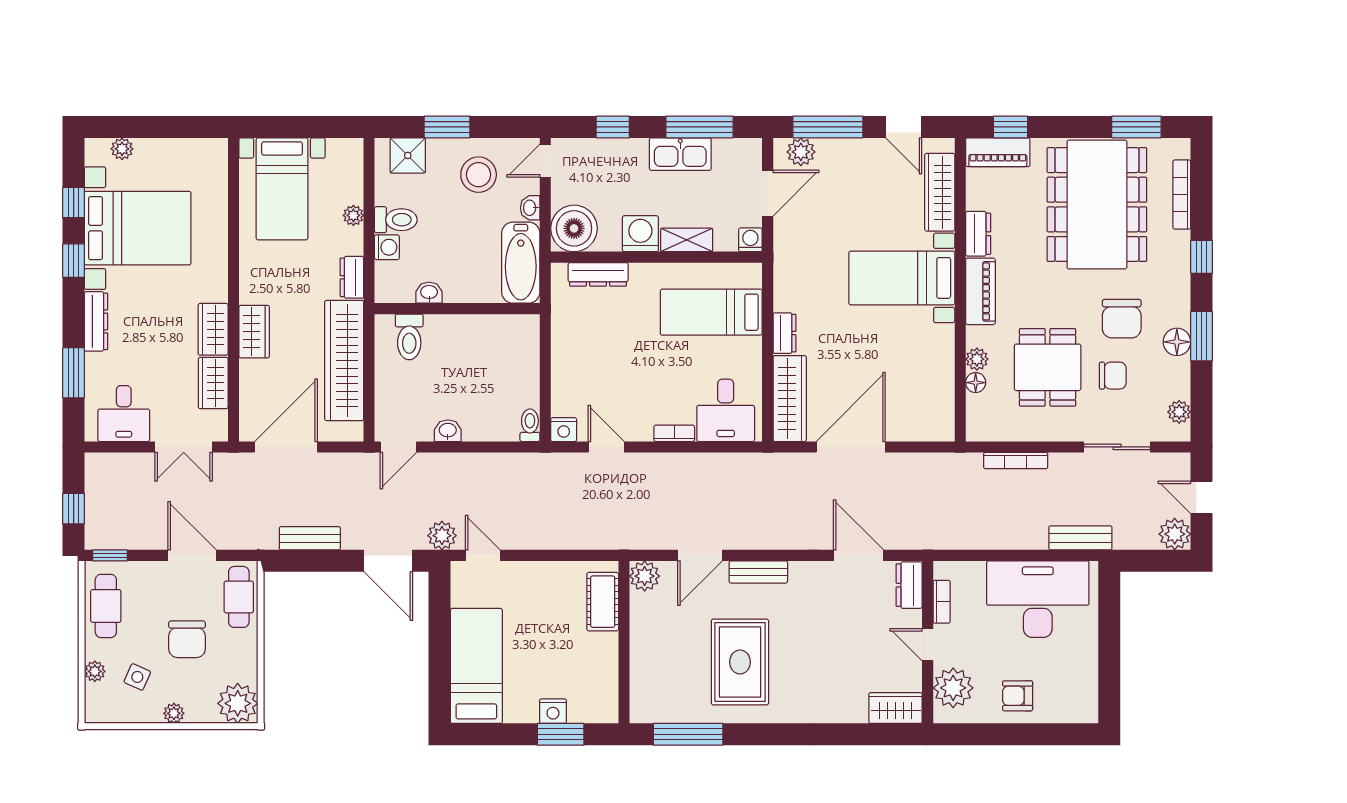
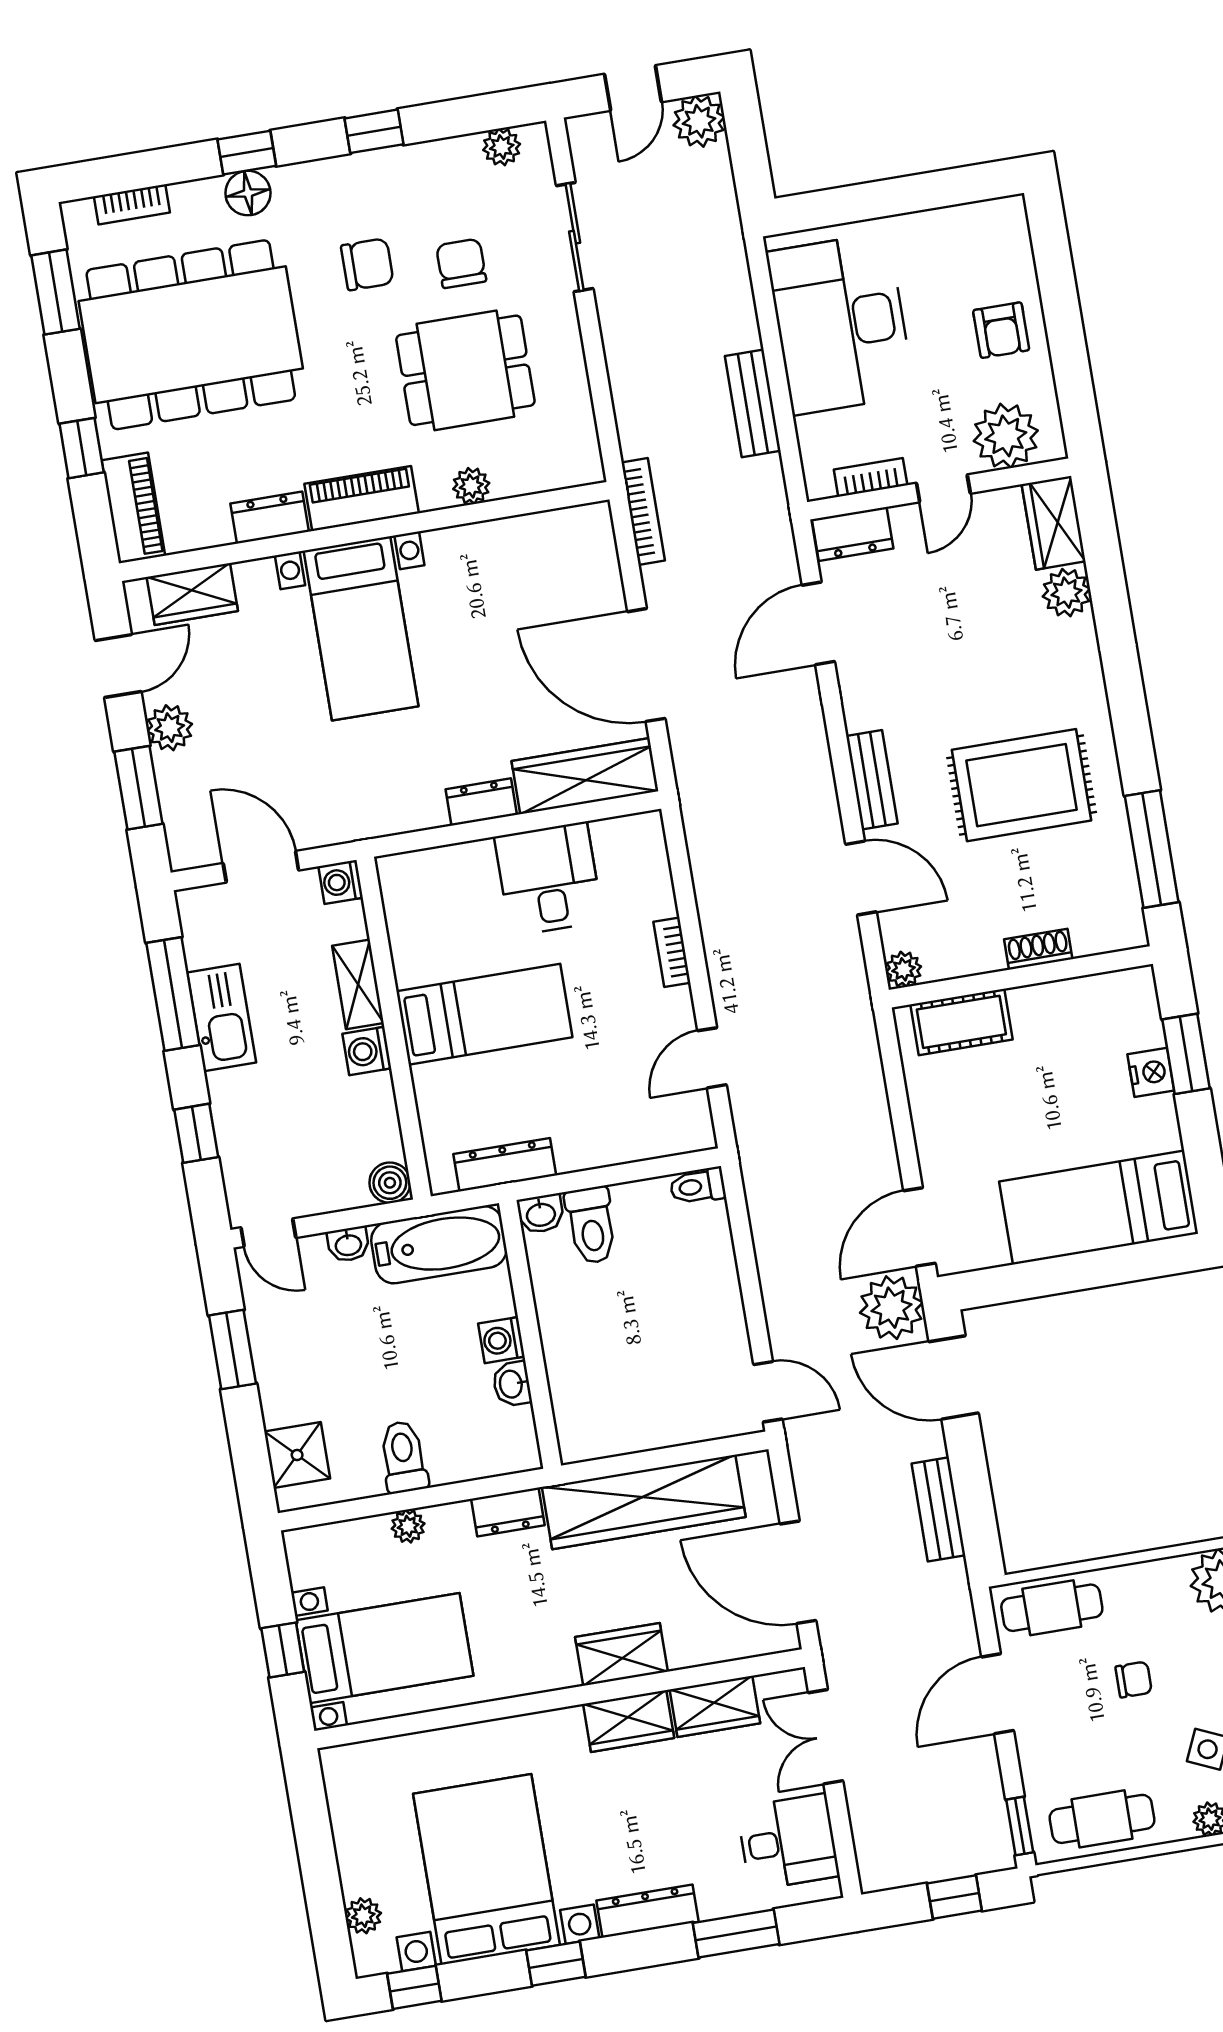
window: (291, 127) -> (283, 1650), added
window: (447, 127) -> (232, 1350), moved
window: (828, 127) -> (138, 788), width x0.69
window: (1011, 127) -> (82, 448), moved
plant: (801, 152) -> (170, 728), moved
stool: (479, 175) -> (309, 1336), removed
wardrobe: (940, 192) -> (192, 594), width x0.67
bookcase: (1182, 195) -> (132, 204), width x0.64
window: (74, 203) -> (414, 1987), moved
boiler: (574, 228) -> (390, 1183), width x0.54, depth x0.54
washing machine: (640, 234) -> (367, 1051), width x0.73, depth x0.73
washing machine: (387, 247) -> (501, 1340), moved, turned -90
dresser: (598, 274) -> (505, 1165), moved, turned -90
bed: (711, 312) -> (484, 1014), moved, turned -90
chair: (1122, 319) -> (367, 264), width x0.73, depth x0.73
window: (1202, 336) -> (374, 131), width x0.67
toilet: (409, 337) -> (591, 1225), moved, turned 90
floor lamp: (1177, 342) -> (248, 193), moved
floor lamp: (976, 383) -> (509, 482), removed
desk: (726, 410) -> (549, 879), moved, turned -90
nightstand: (564, 430) -> (696, 1131), removed
washbasin: (448, 431) -> (541, 1214), moved, turned -90
double door: (184, 447) -> (826, 1737), swing flipped
bookcase: (1016, 461) -> (643, 511), moved
plant: (442, 536) -> (891, 1308), width x1.36, depth x1.36
bench: (1080, 538) -> (753, 403), moved
door: (483, 555) -> (919, 1227), width x1.38
door: (388, 561) -> (954, 1377), swing flipped
plant: (645, 576) -> (904, 969), width x0.73, depth x0.73
chair: (187, 639) -> (1134, 1680), width x0.54, depth x0.54
shoe rack: (639, 655) -> (1038, 949), added
plant: (852, 709) -> (1066, 593), added

